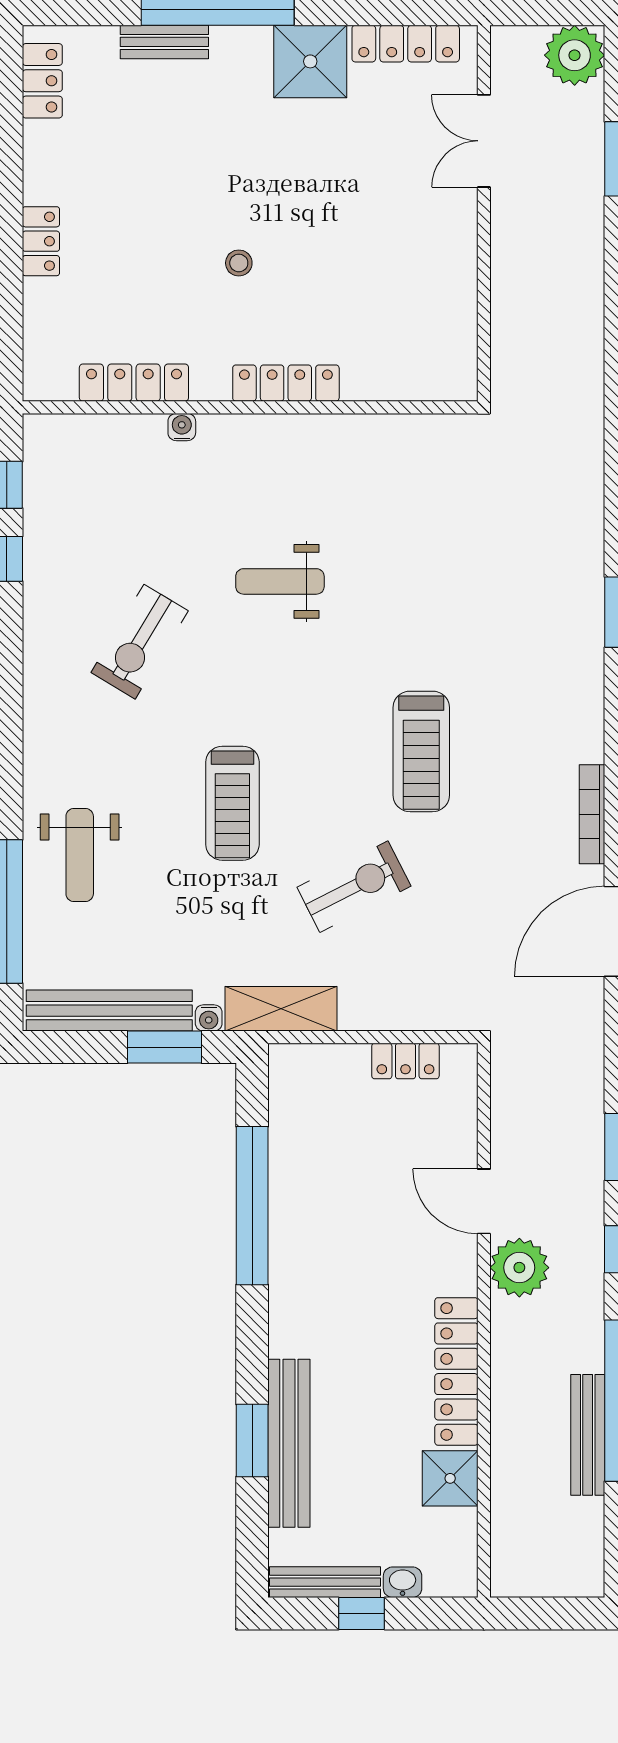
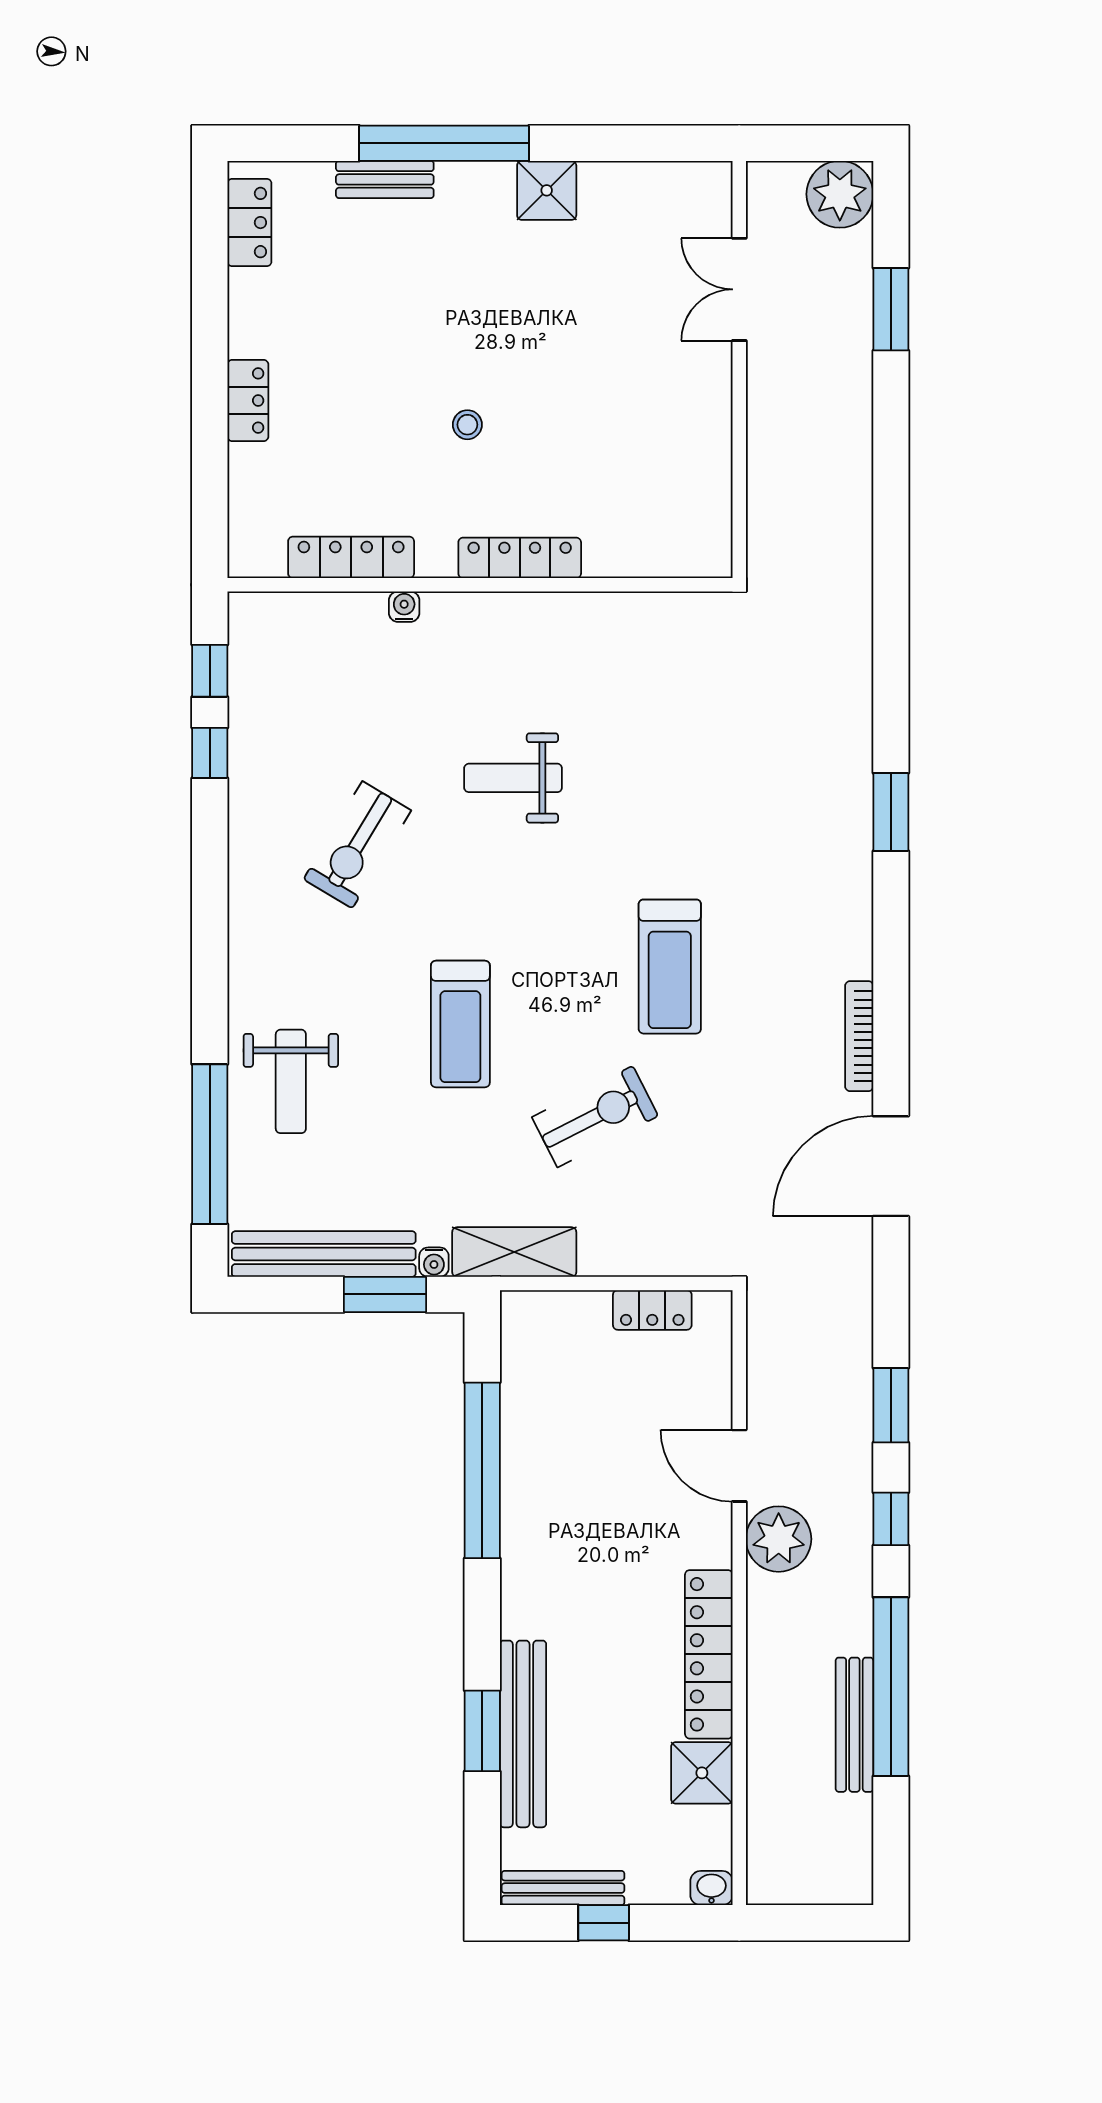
locker: (406, 44) -> (652, 181), removed
shower: (310, 61) -> (547, 190), width x0.73, depth x0.73
washbasin: (403, 1582) -> (711, 1888), moved

